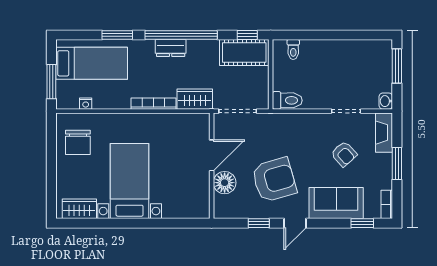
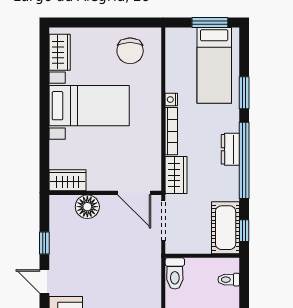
window: (51, 82) -> (210, 22), moved
nightstand: (86, 104) -> (171, 100), moved
chair: (78, 142) -> (130, 51), turned -90
door: (212, 155) -> (134, 193), moved
armchair: (274, 180) -> (90, 259), removed
wardrobe: (200, 201) -> (68, 180), added

